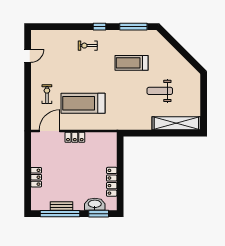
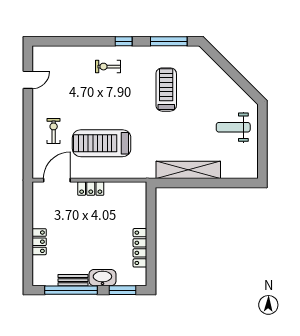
treadmill: (131, 63) -> (166, 90), turned 90
weight bench: (160, 91) -> (233, 127), moved
shelving: (176, 123) -> (188, 170), moved
washbasin: (95, 204) -> (102, 278), moved

